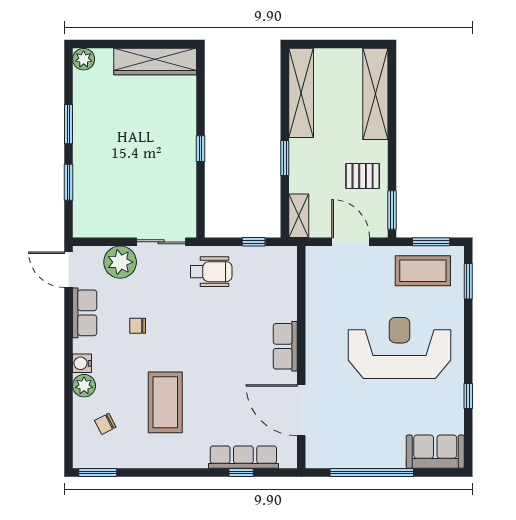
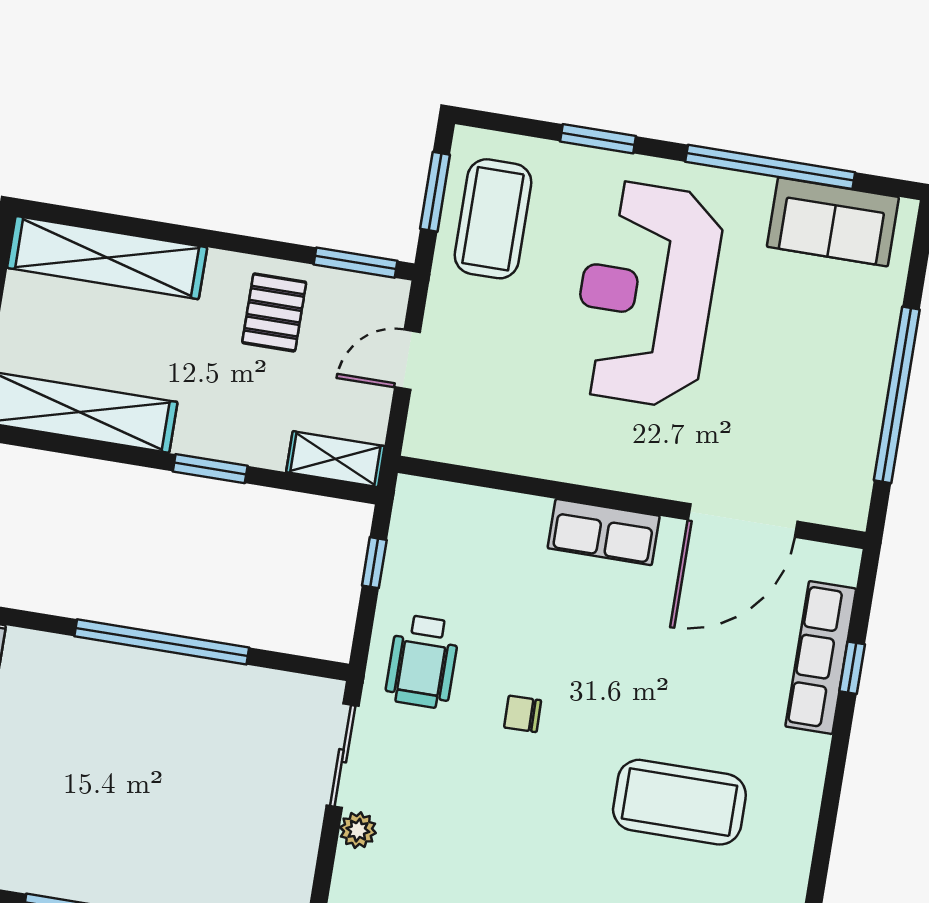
window: (200, 149) -> (162, 642), width x3.17
door: (351, 242) -> (408, 360), width x0.73
plant: (120, 262) -> (358, 830), width x0.53, depth x0.53
wheelchair: (211, 272) -> (422, 661), turned 180
window: (468, 281) -> (598, 139), moved
chair: (138, 326) -> (523, 714), moved, turned 89
window: (468, 396) -> (770, 167), width x3.17
sofa: (435, 452) -> (833, 222), moved, turned -90

